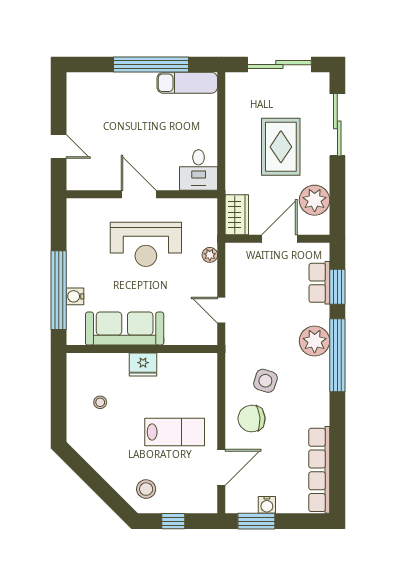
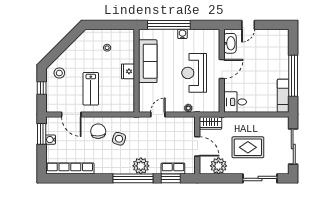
washbasin: (92, 179) -> (230, 43), added
water cooler: (75, 296) -> (182, 34), moved

